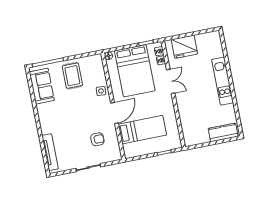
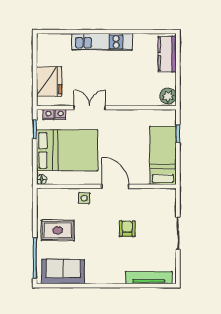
bed: (142, 130) -> (163, 155), moved
armchair: (97, 139) -> (127, 229), moved
plant: (191, 139) -> (168, 96), added

